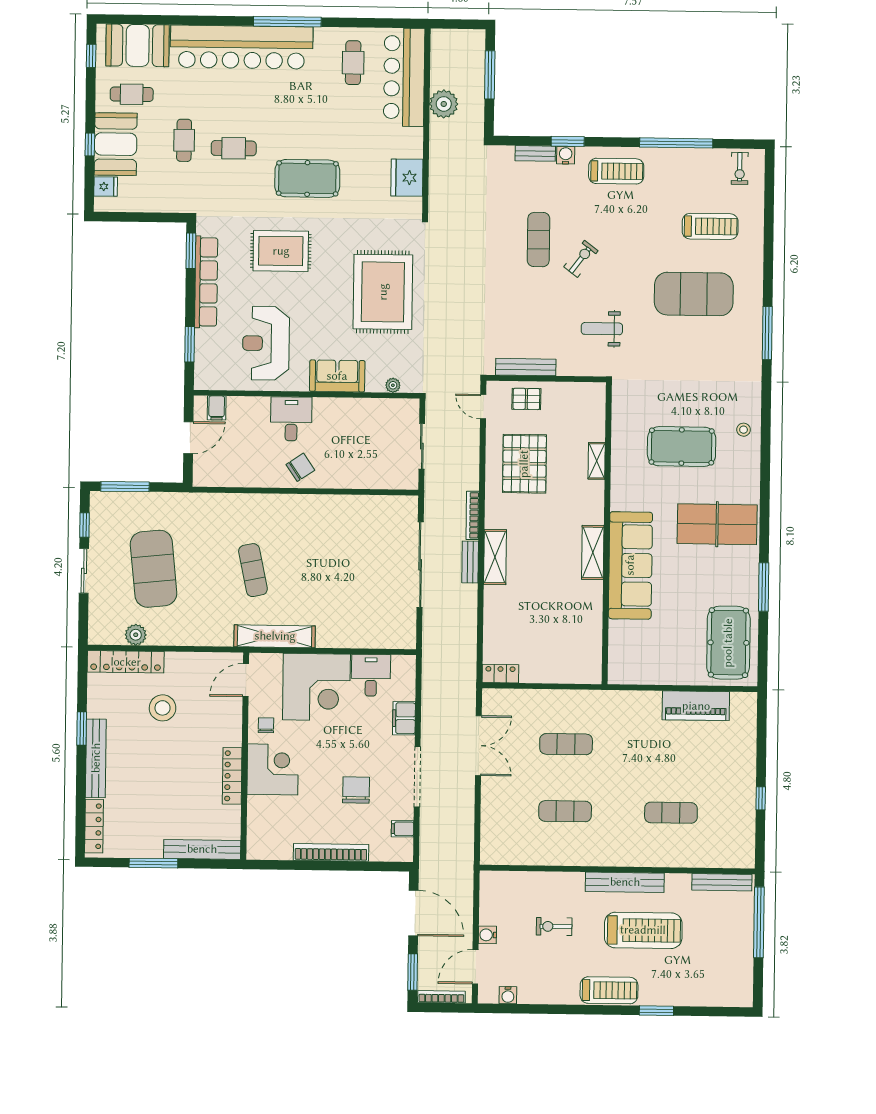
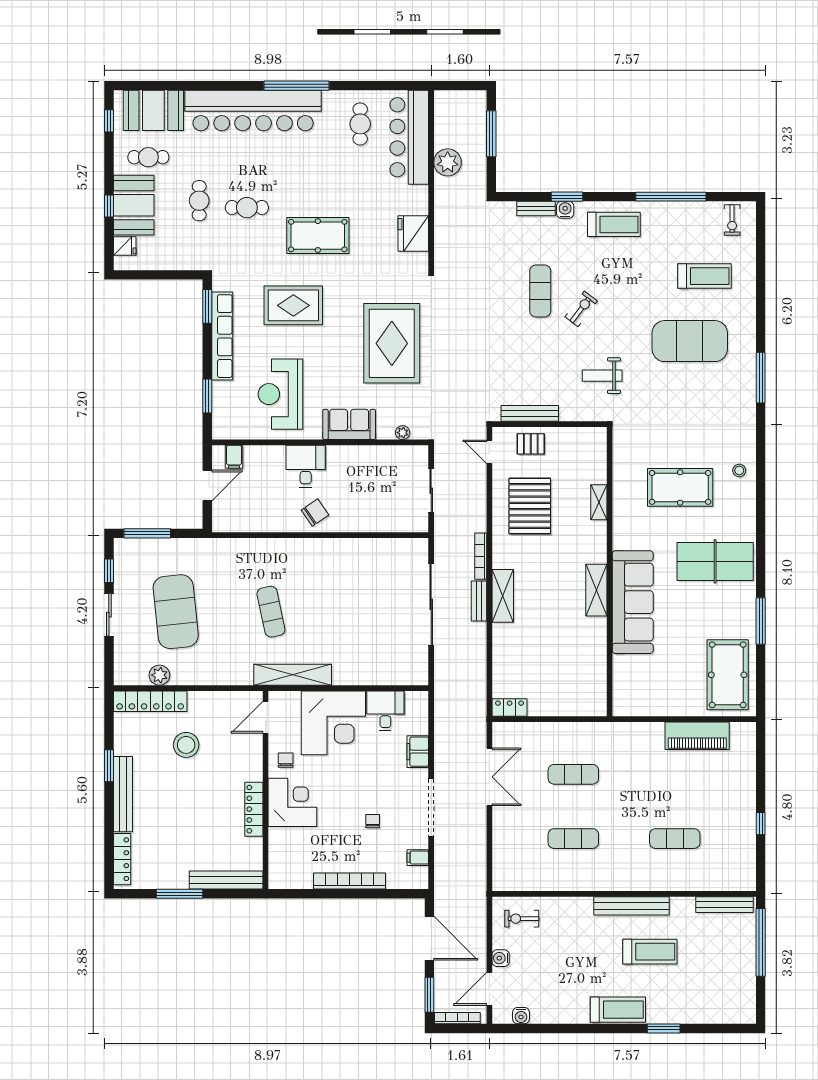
chair: (356, 790) -> (373, 821), width x0.54, depth x0.54
exercise bike: (554, 926) -> (522, 919), moved
treadmill: (643, 930) -> (650, 952), width x0.73, depth x0.73

